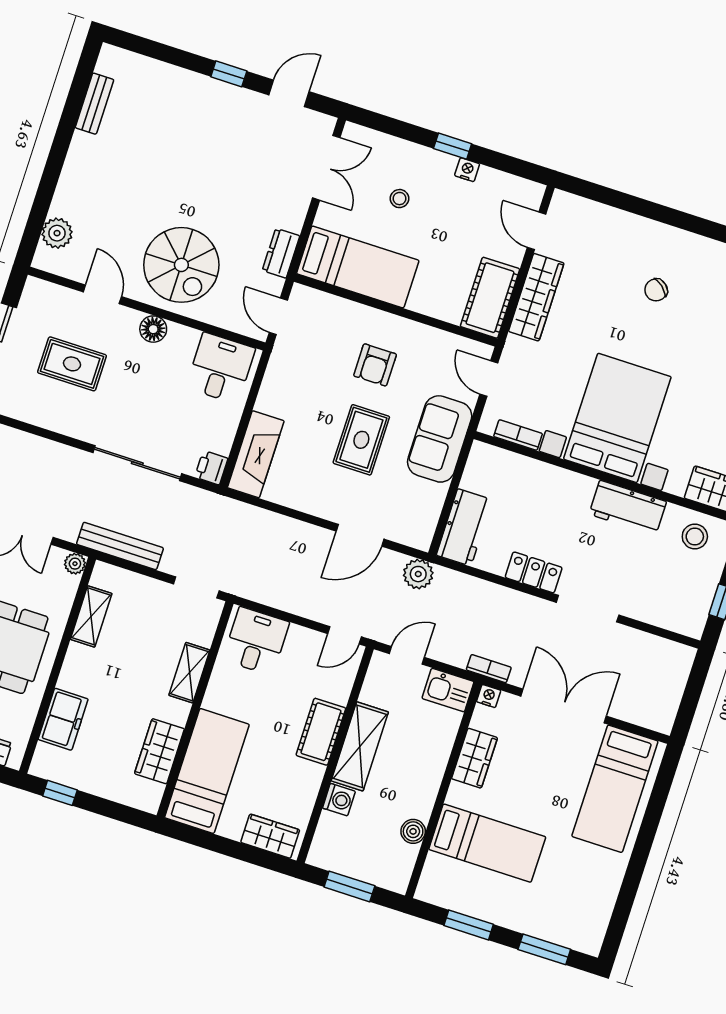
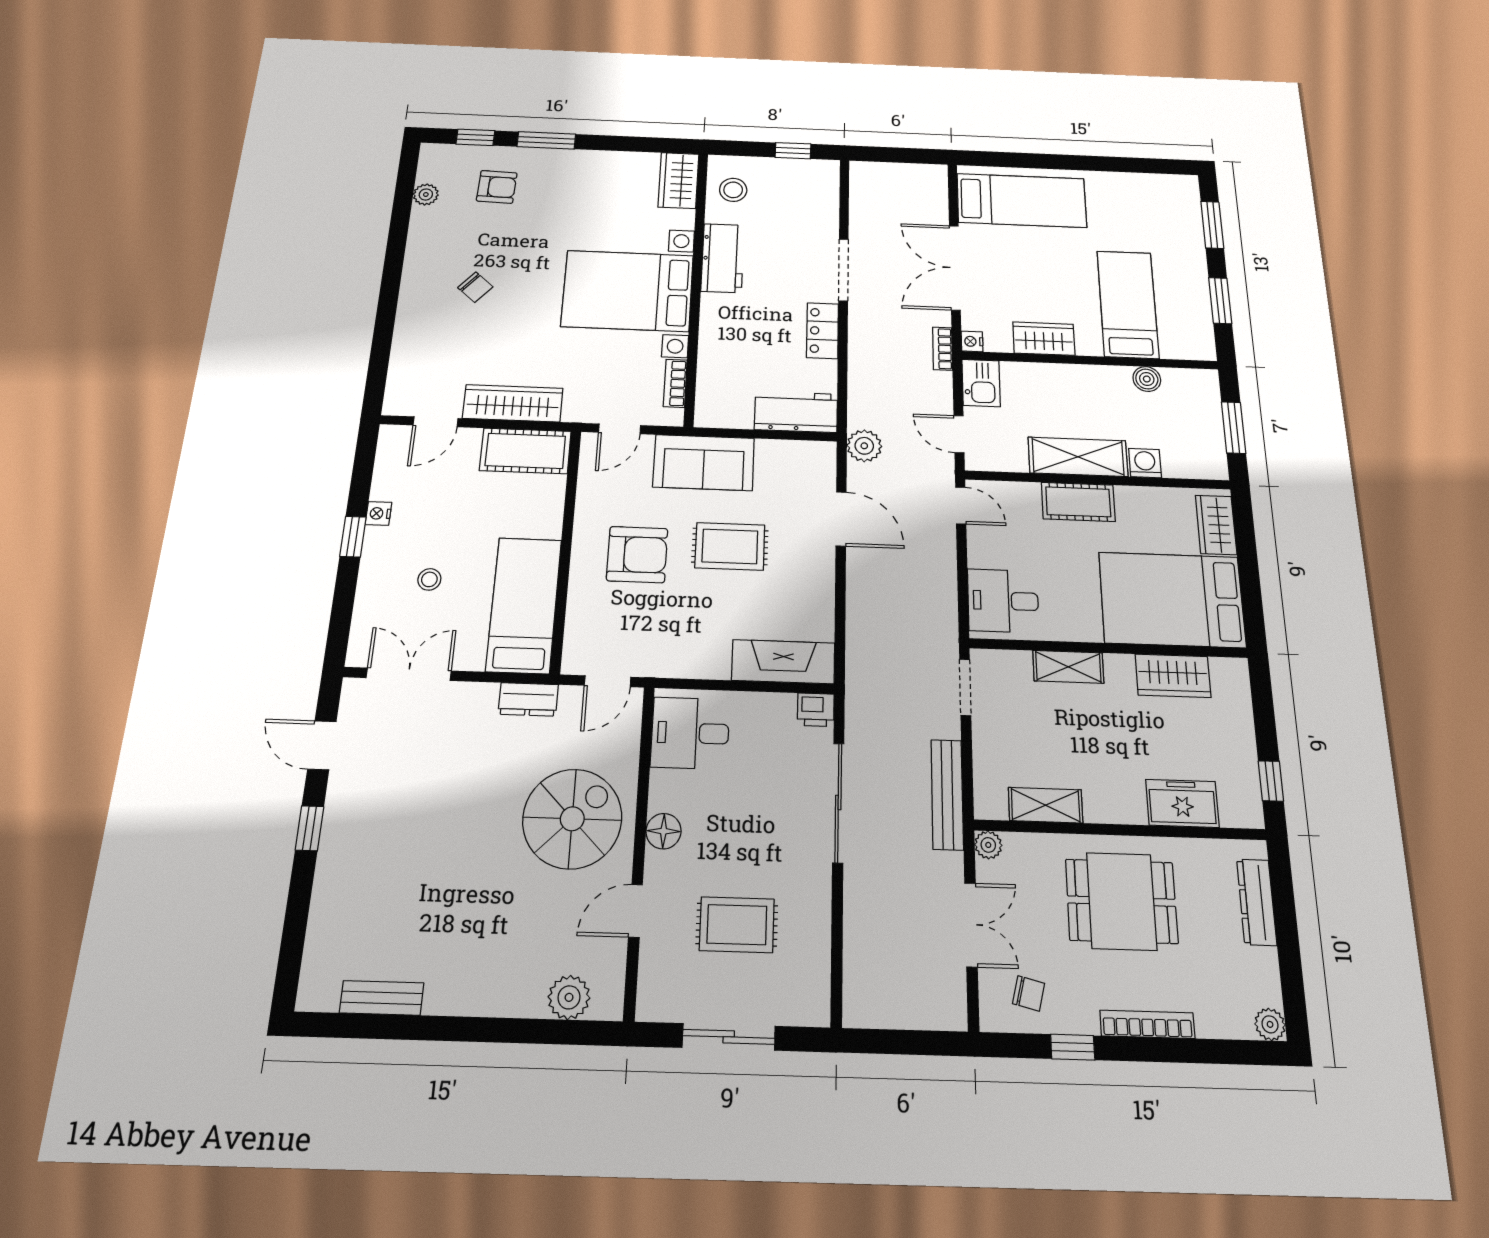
rug: (72, 364) -> (737, 925), turned 90
armchair: (375, 365) -> (637, 555), width x1.38, depth x1.38
bed: (207, 771) -> (1172, 600), width x1.50

